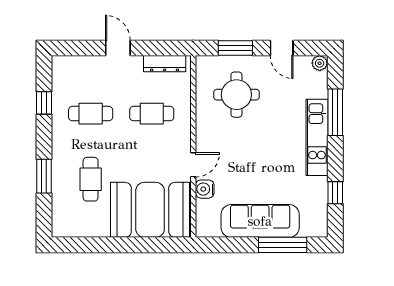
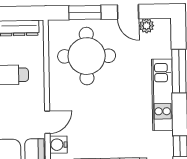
plant: (320, 63) -> (146, 26), moved
round table: (236, 95) -> (87, 56), width x1.36, depth x1.36

